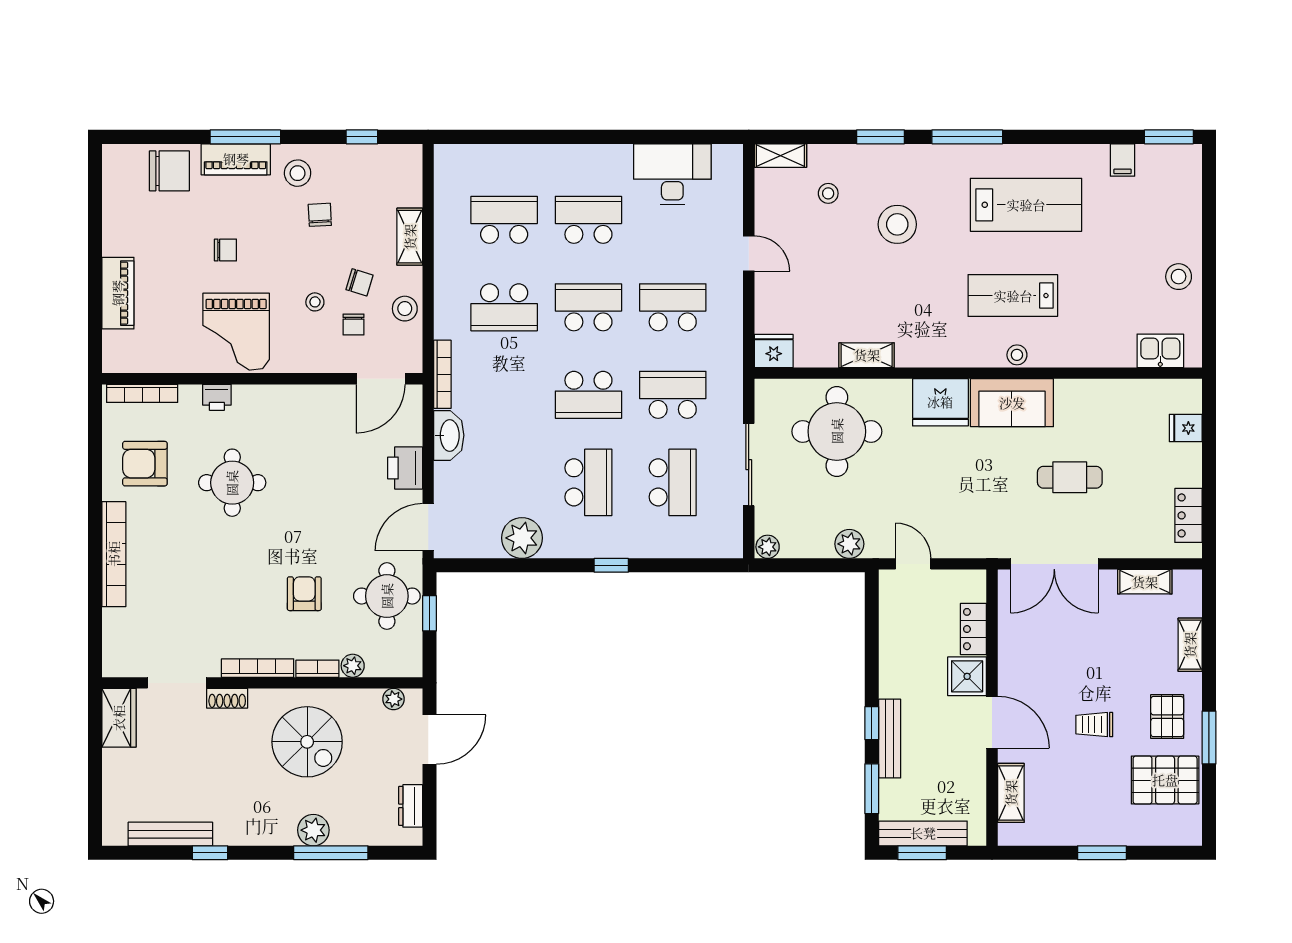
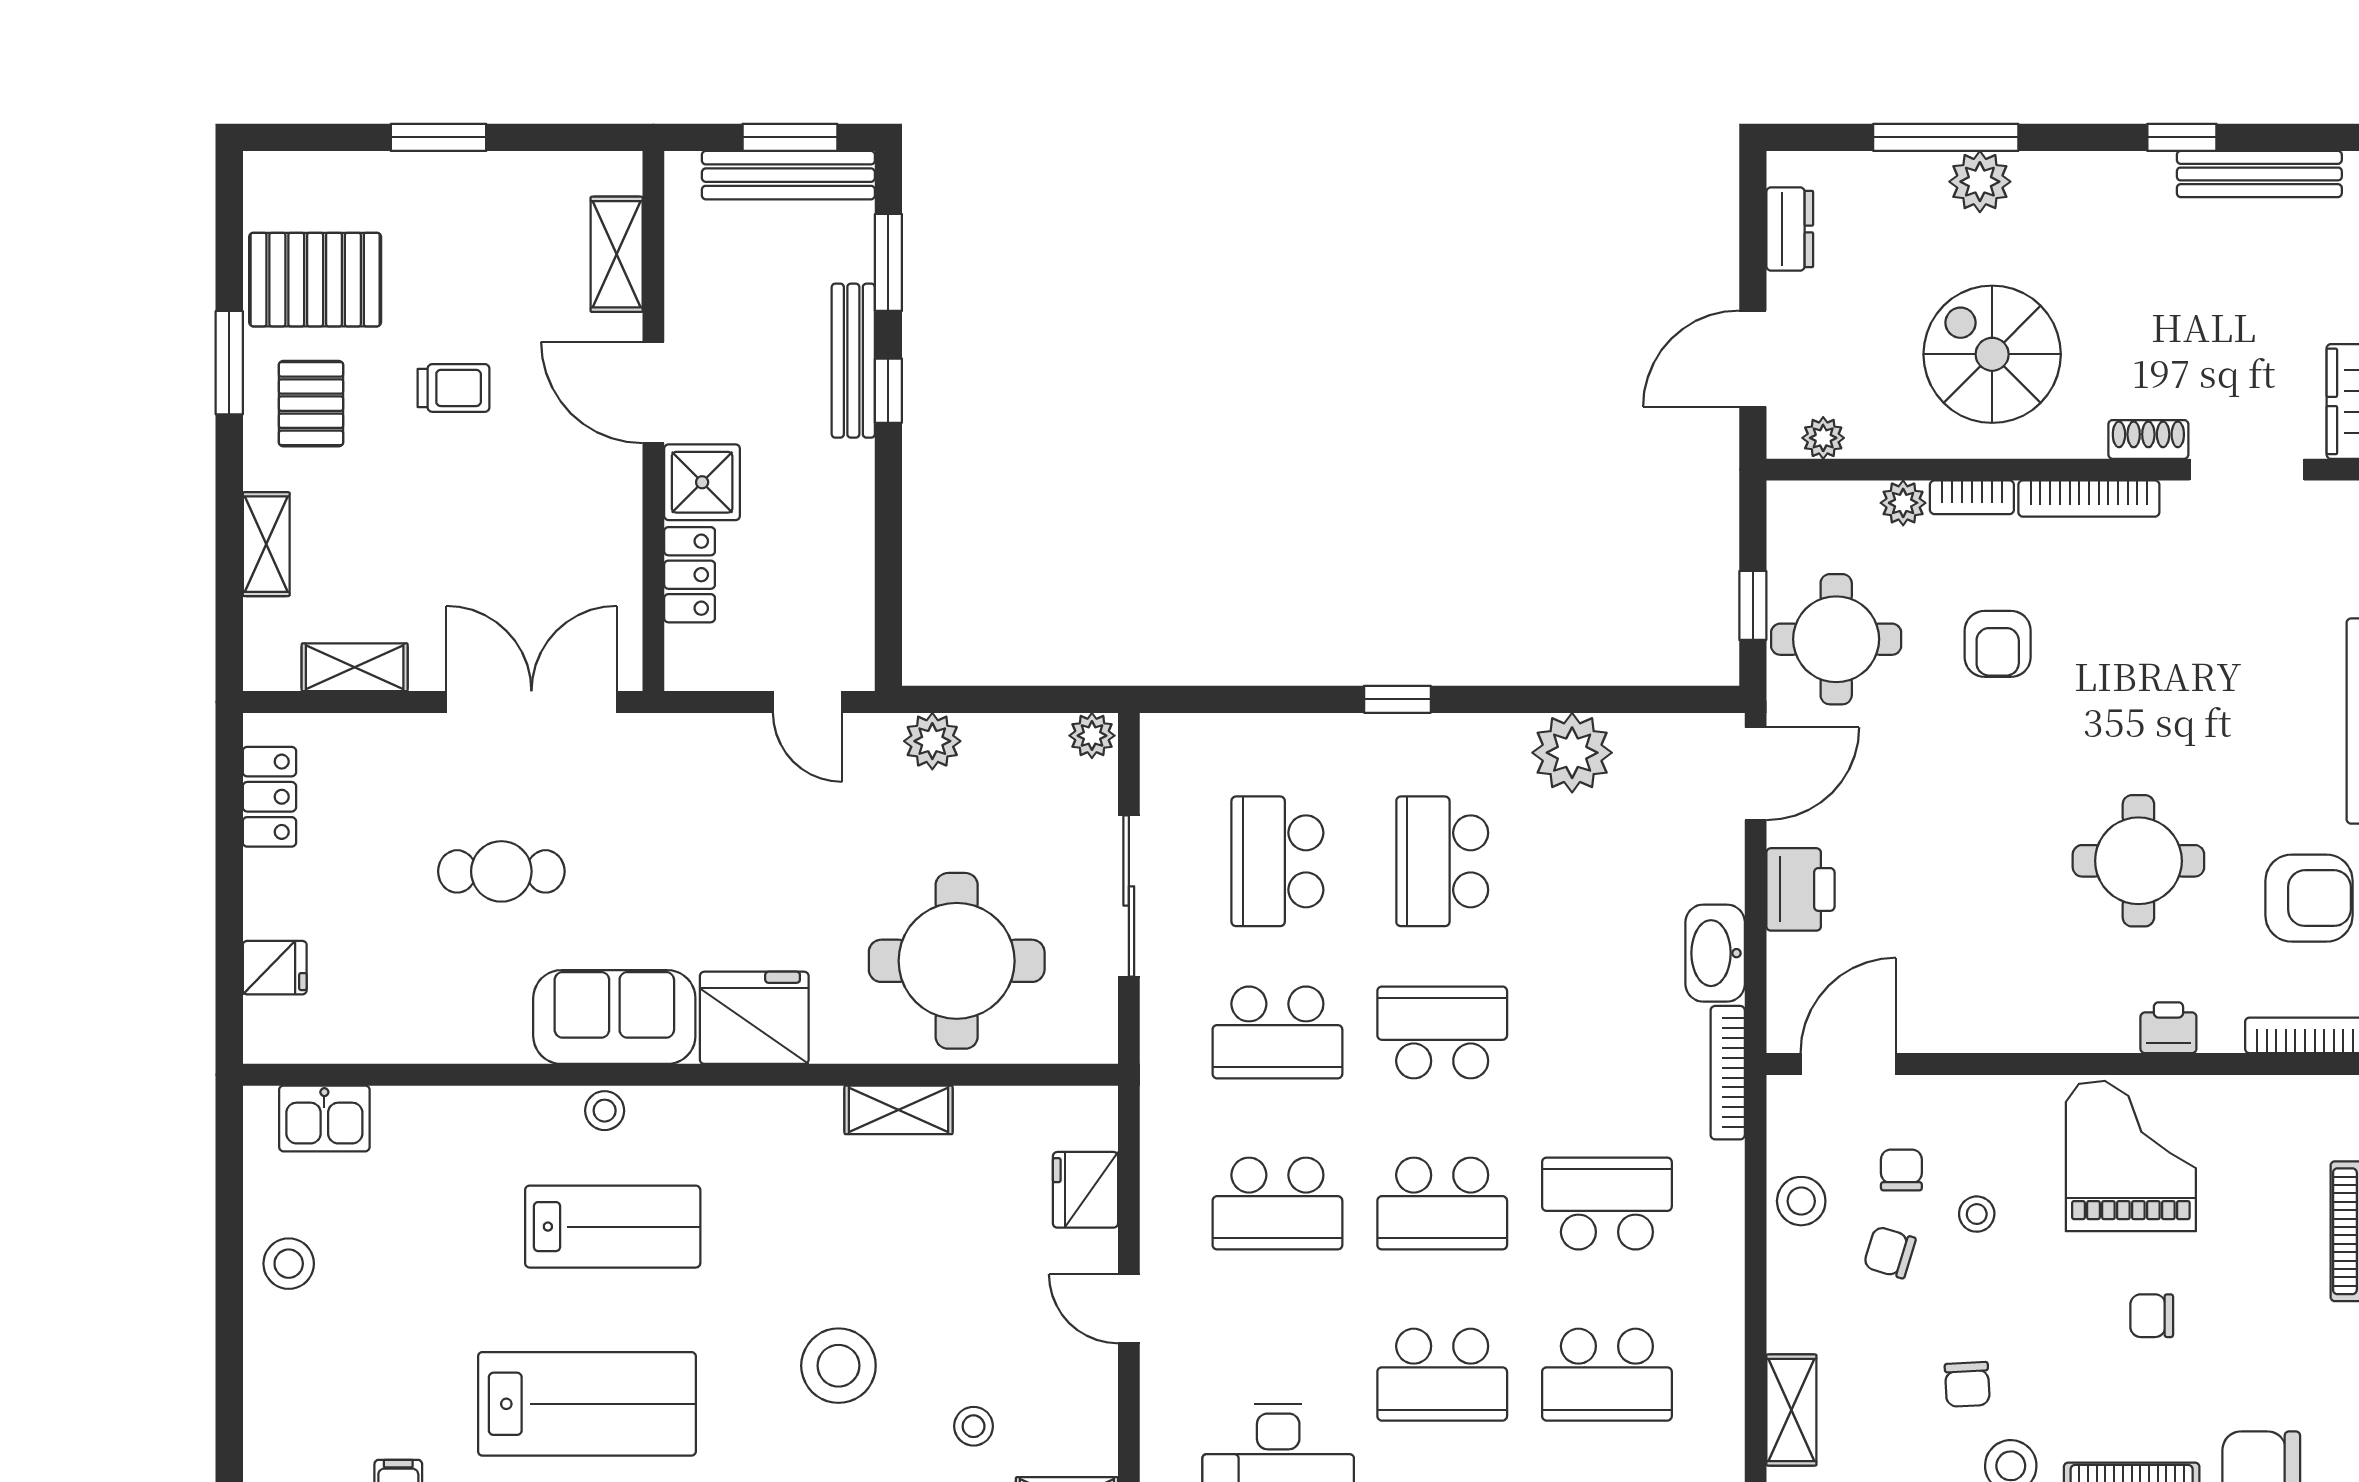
lab bench: (1026, 205) -> (587, 1404), turned 180
shelving: (410, 237) -> (1791, 1410), moved
fridge: (774, 351) -> (1085, 1190), moved, turned 90

